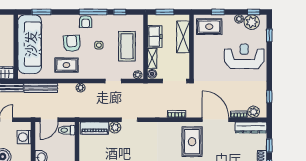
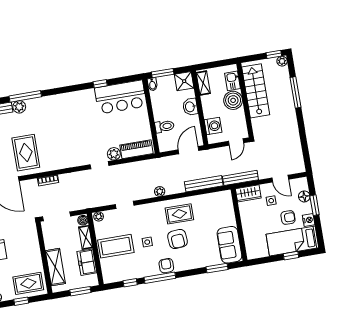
sofa: (30, 44) -> (229, 245), width x0.54, depth x0.79
coffee table: (127, 46) -> (116, 246), turned 90
toilet: (67, 130) -> (164, 126), moved

